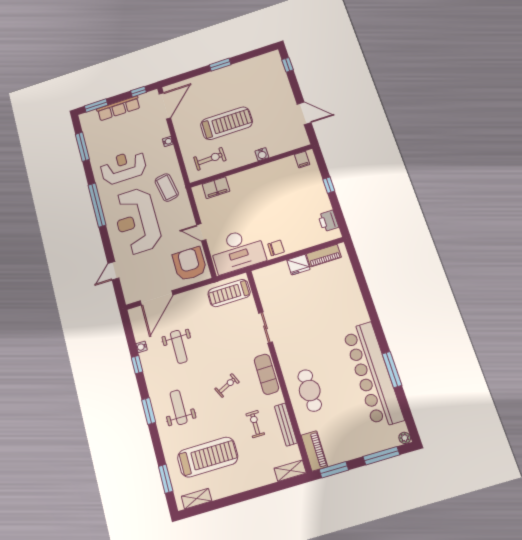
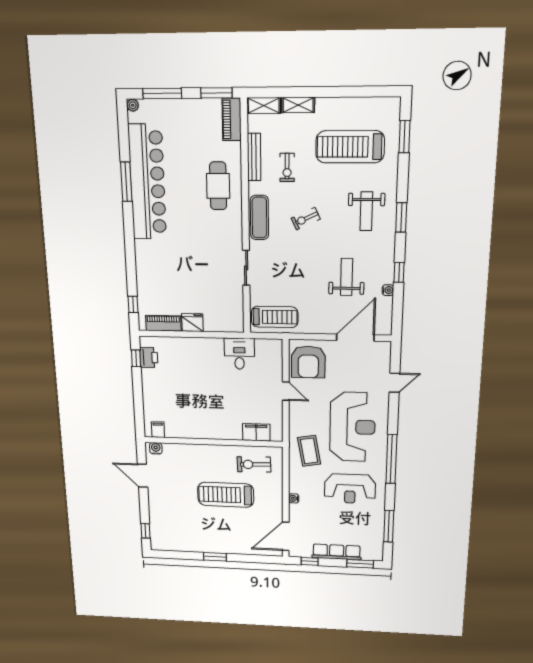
water cooler: (262, 154) -> (156, 448), moved
window: (329, 185) -> (136, 358), moved
chair: (276, 248) -> (211, 348), removed
desk: (238, 251) -> (239, 354), width x0.53, depth x0.77
window: (355, 263) -> (133, 304), added
shelving: (197, 499) -> (298, 105), moved

